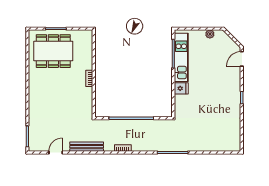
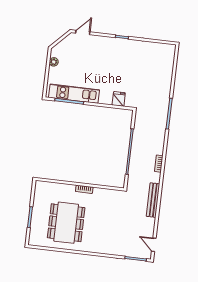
dining table: (53, 51) -> (66, 223), moved
door: (242, 59) -> (83, 32), swing flipped
fridge: (181, 88) -> (119, 99), moved
door: (56, 152) -> (154, 245), moved

